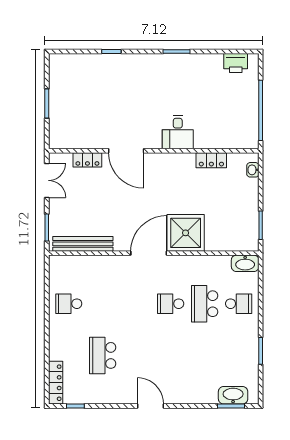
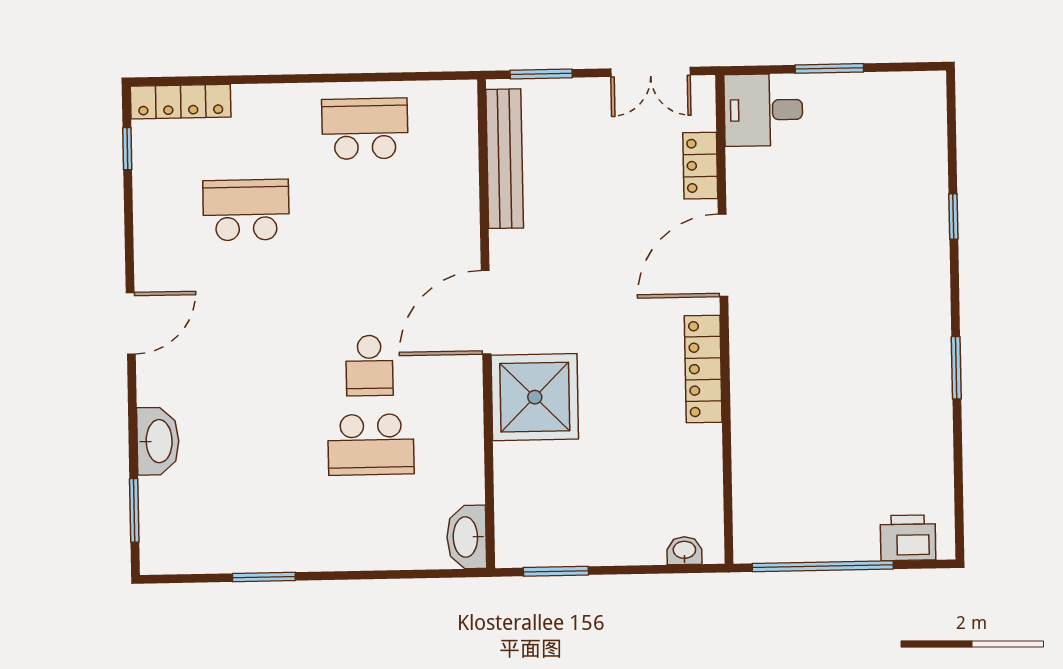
printer: (236, 63) -> (908, 538), moved, turned 90
desk: (178, 132) -> (763, 110), moved
locker: (211, 160) -> (703, 369), moved, width x1.53
door: (149, 253) -> (486, 312), swing flipped
school desk: (69, 304) -> (365, 129), width x1.85
school desk: (171, 304) -> (369, 366), turned 180
school desk: (205, 304) -> (371, 445), turned 180
school desk: (239, 304) -> (372, 524), removed
washbasin: (233, 395) -> (158, 441), moved

